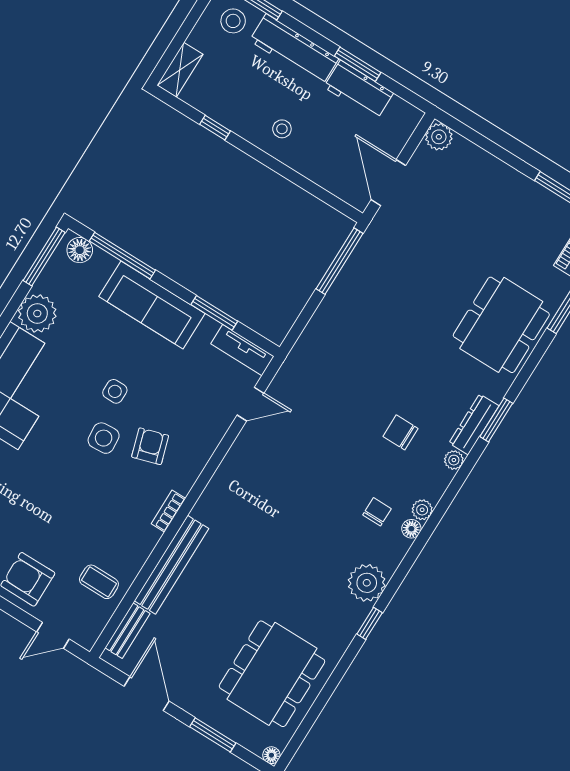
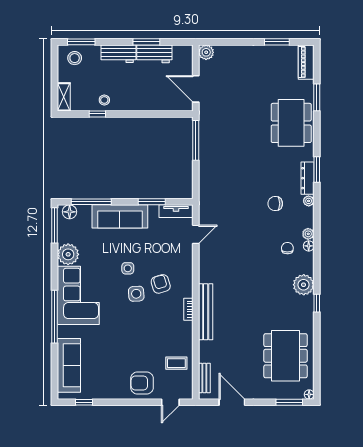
workbench: (294, 50) -> (118, 54), width x0.73
stool: (282, 129) -> (104, 100), moved
bench: (171, 565) -> (206, 312), moved
window: (213, 735) -> (289, 402), moved

